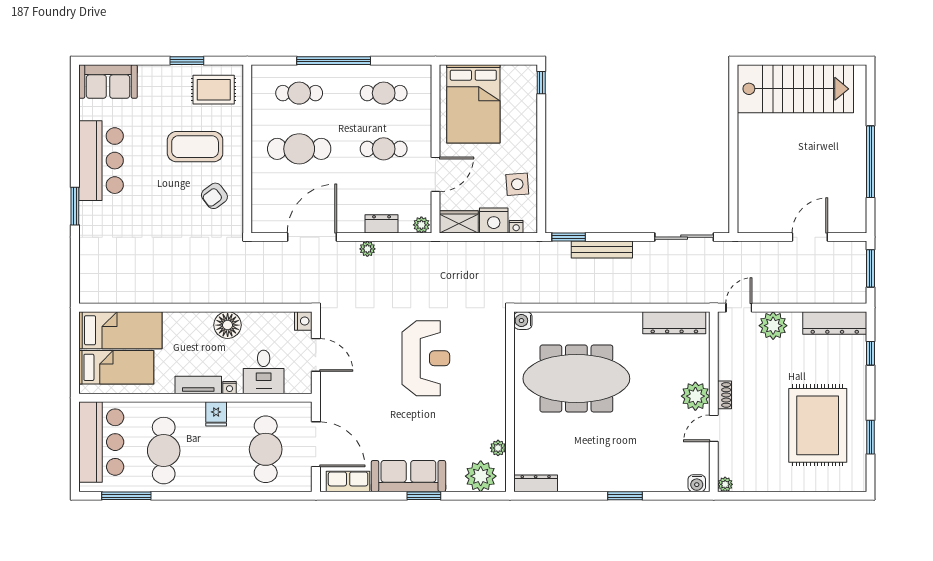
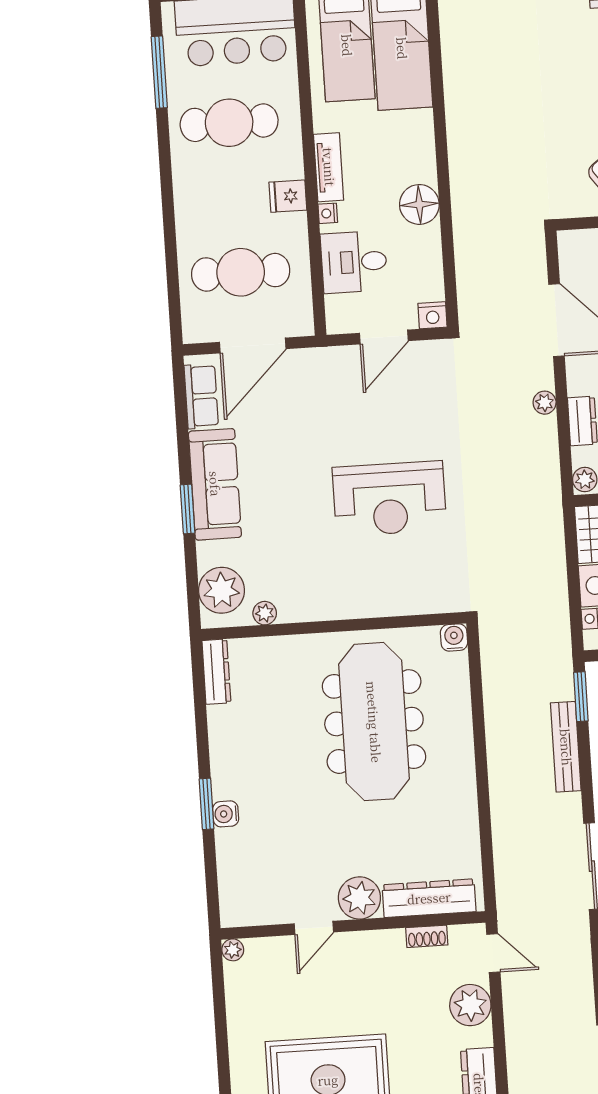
dresser: (674, 323) -> (429, 898), moved, turned 90
shoe rack: (724, 395) -> (427, 936), moved
door: (714, 428) -> (314, 928), swing flipped
water cooler: (697, 483) -> (226, 814), moved

